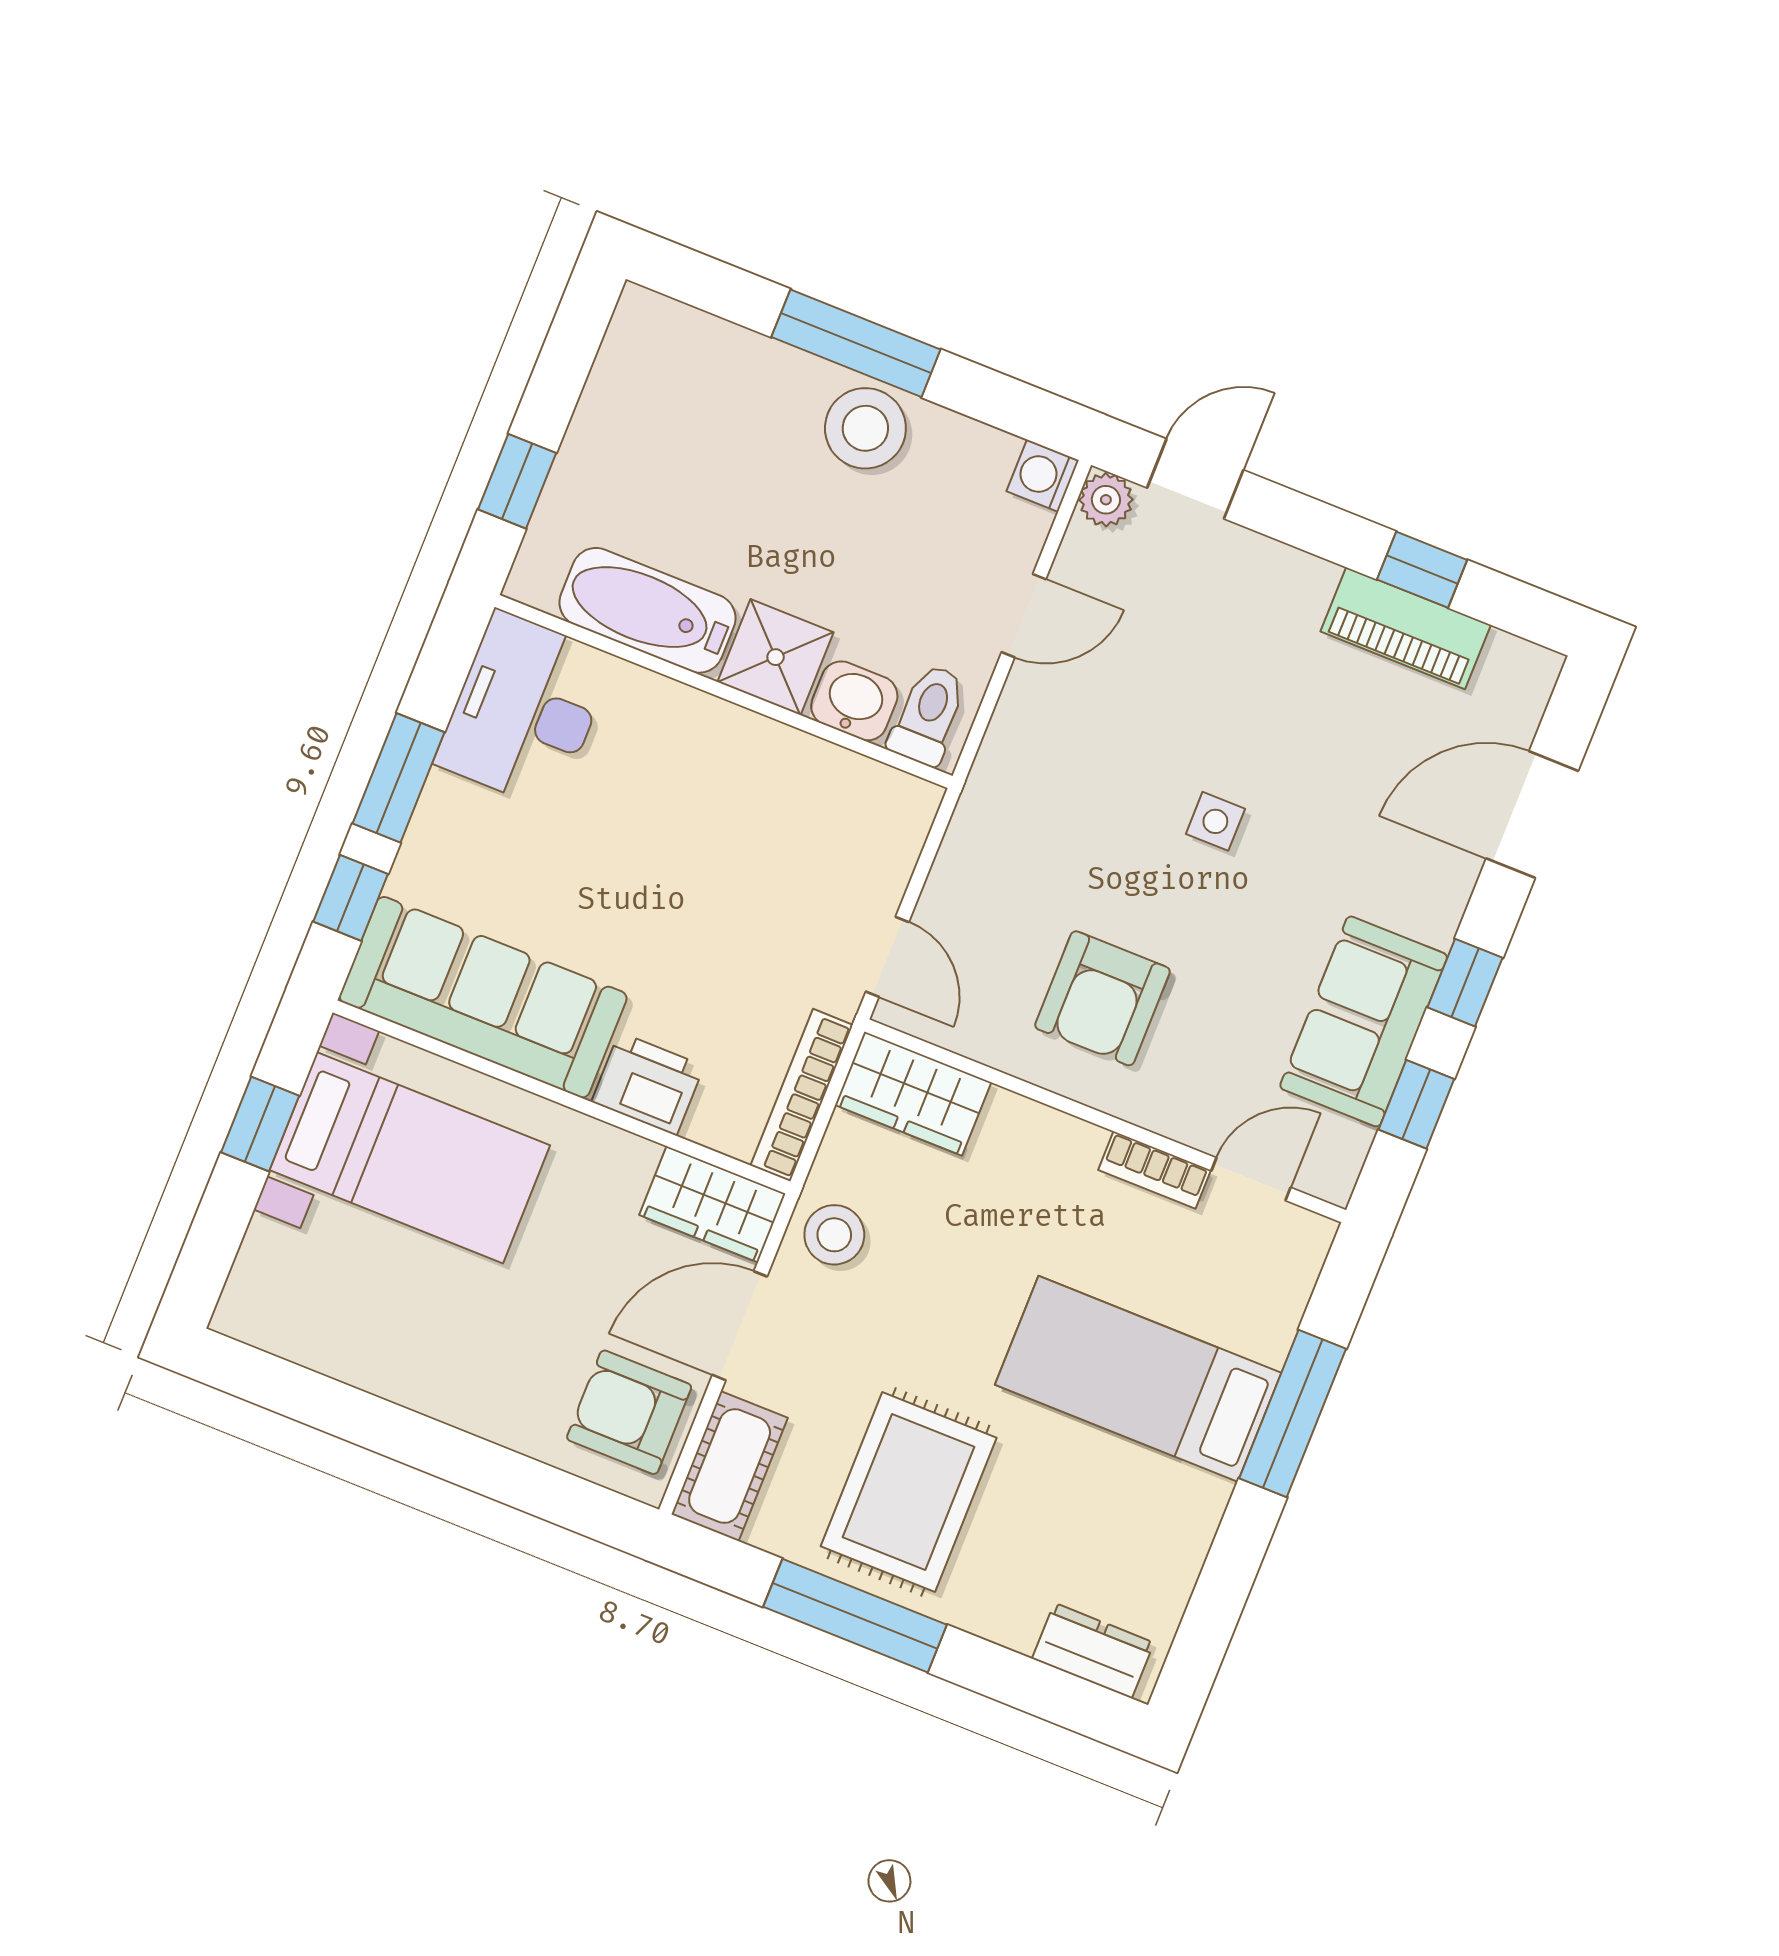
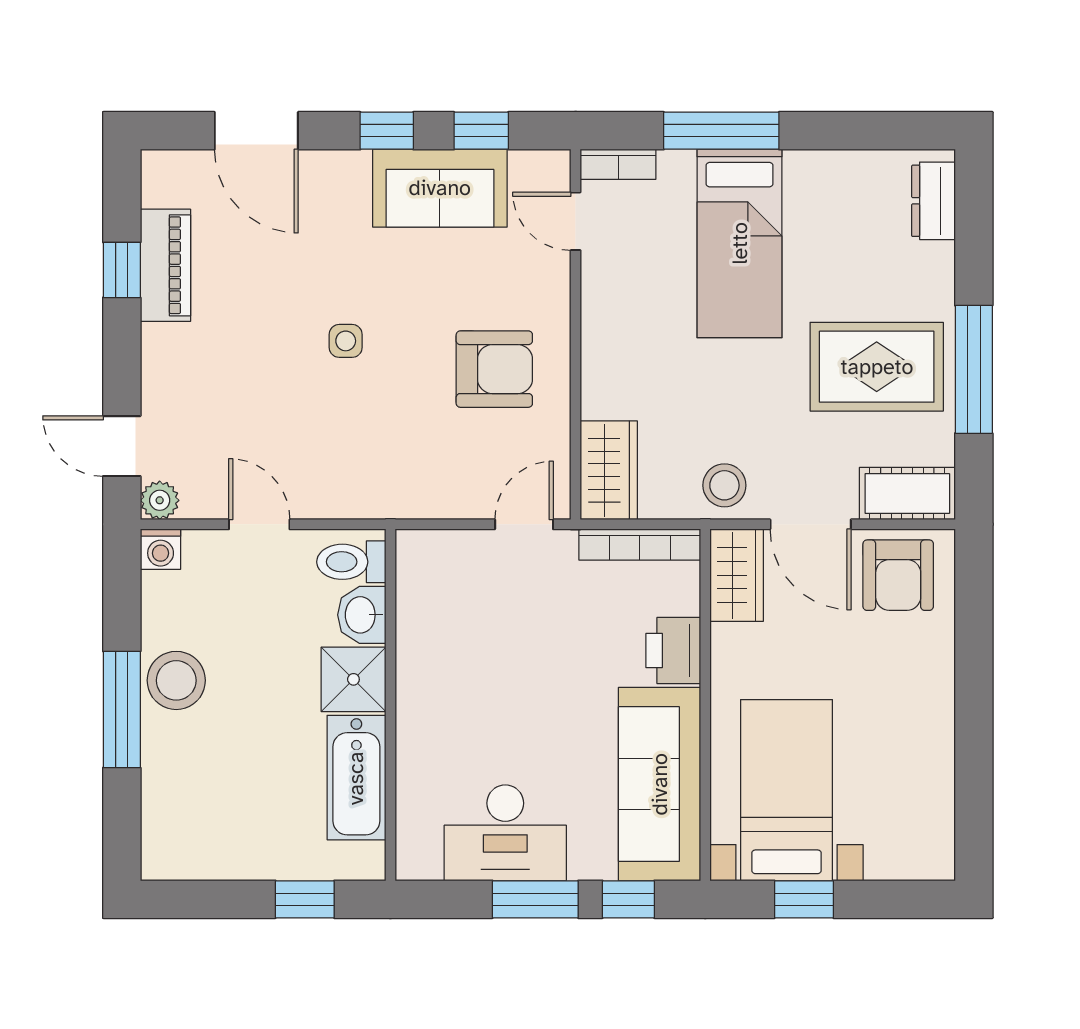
desk: (525, 710) -> (505, 833), moved
bookcase: (1155, 1170) -> (618, 164), moved, turned 90

